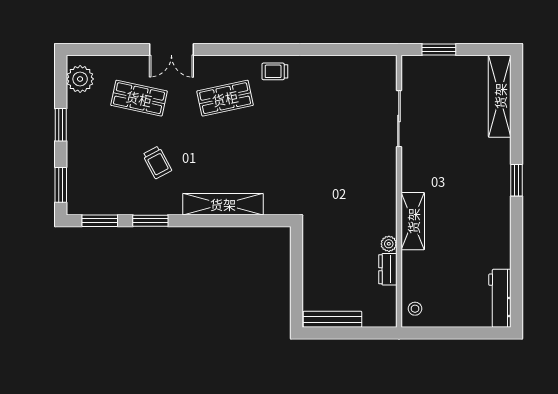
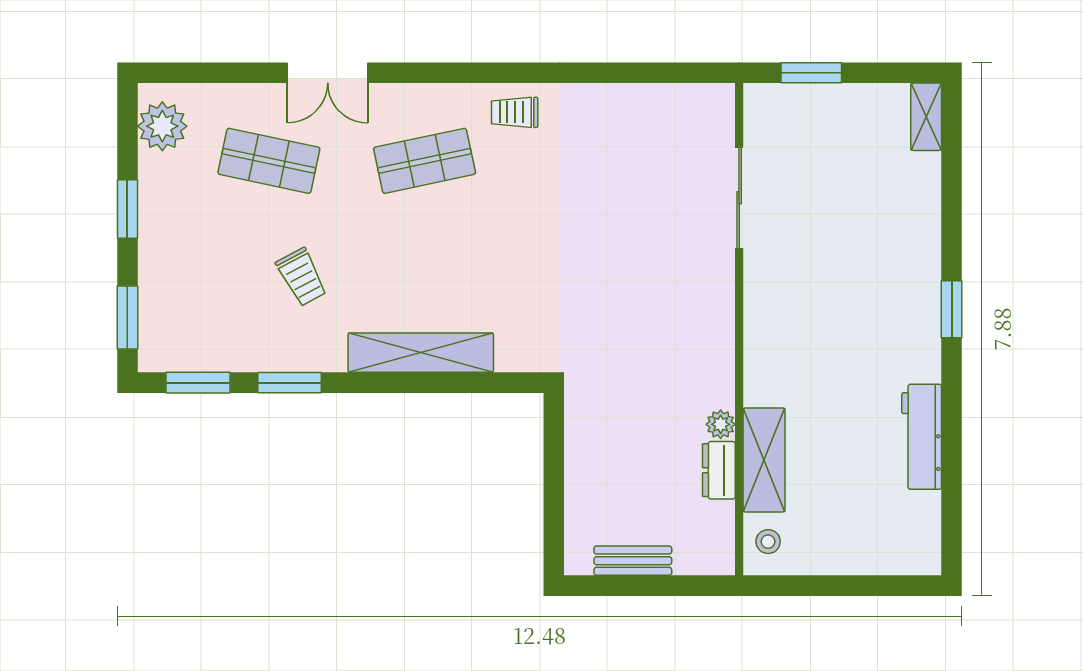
shelving: (500, 96) -> (926, 117), width x0.45, depth x0.75
shelving: (413, 221) -> (764, 460), moved
workbench: (500, 298) -> (922, 437), moved
bench: (332, 319) -> (633, 561), width x0.73

